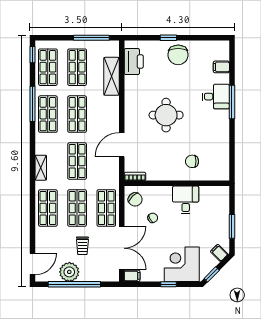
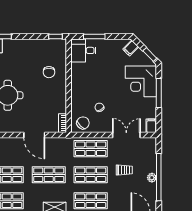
window: (232, 169) -> (56, 37), added
desk: (186, 200) -> (83, 50), moved
window: (232, 226) -> (94, 37), moved
double door: (122, 248) -> (126, 135), width x0.73
plant: (69, 272) -> (152, 178), width x0.53, depth x0.53
window: (169, 284) -> (159, 93), width x2.17

